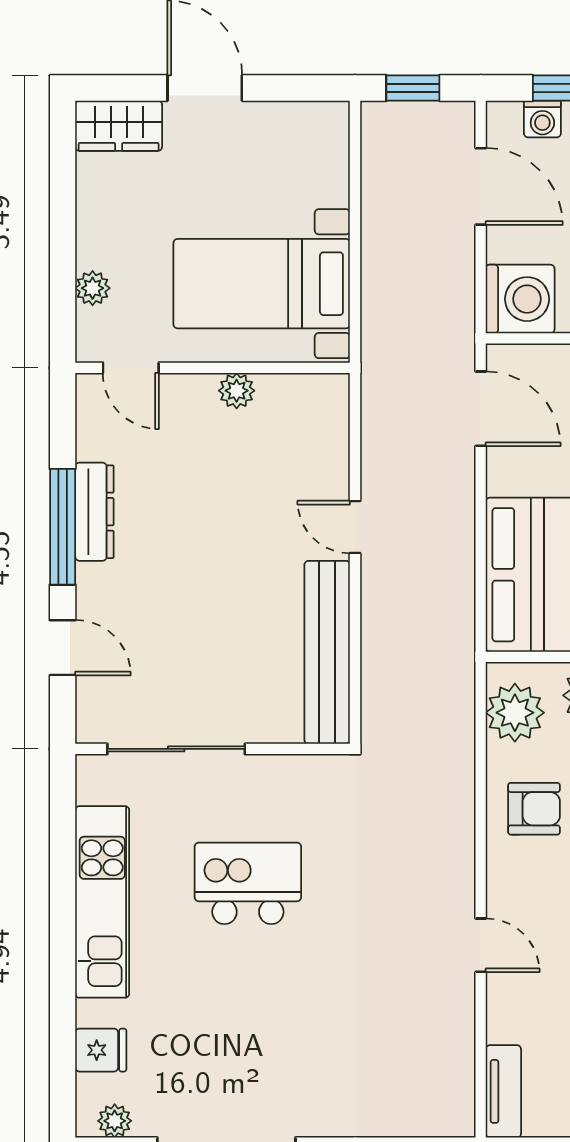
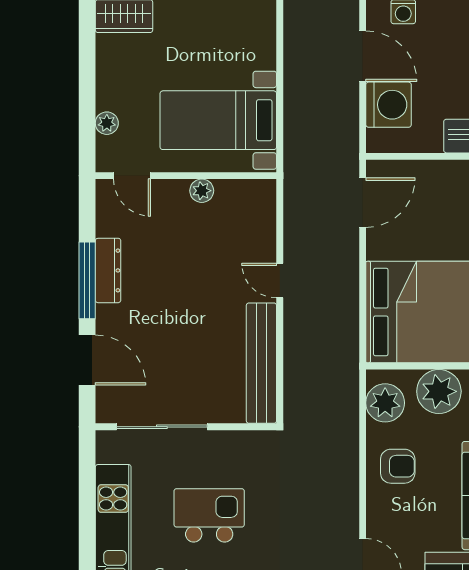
washing machine: (520, 299) -> (389, 105), moved
door: (481, 409) -> (363, 203), hinge flipped
door: (63, 648) -> (87, 360), width x1.38

